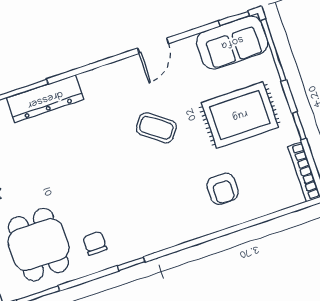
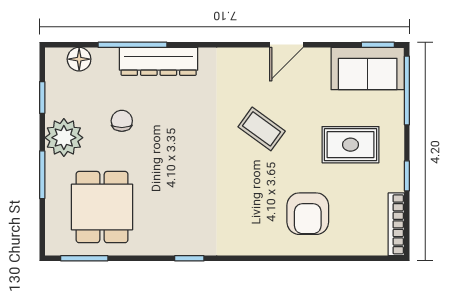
rug: (240, 115) -> (350, 145), width x0.73, depth x0.70
armchair: (223, 189) -> (308, 214), width x1.38, depth x1.38
chair: (95, 243) -> (122, 121), moved

